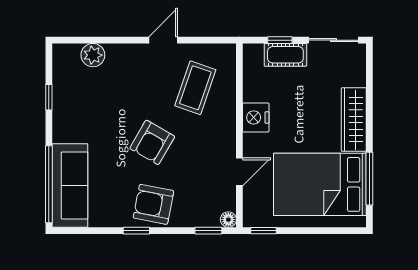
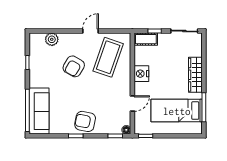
cot: (285, 55) -> (146, 39), moved
coffee table: (195, 88) -> (108, 57), width x1.36, depth x1.32
armchair: (152, 142) -> (74, 66), moved
bed: (320, 184) -> (177, 111), width x0.67

